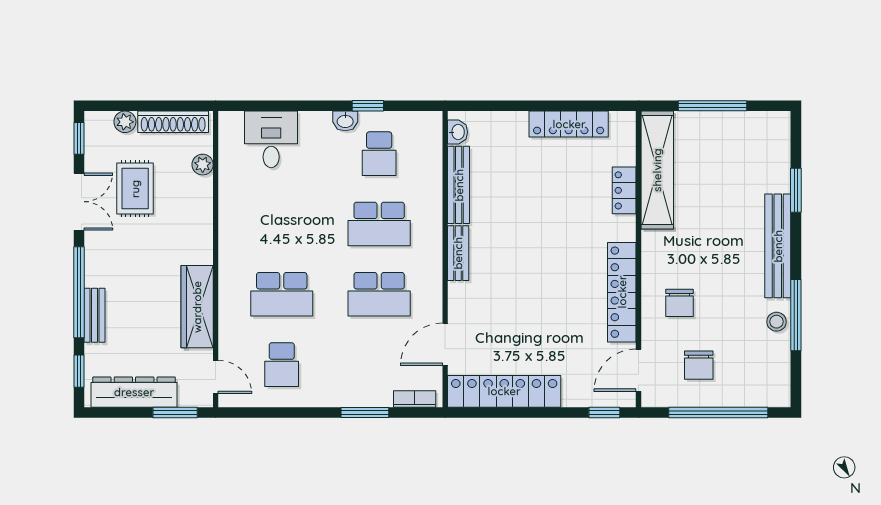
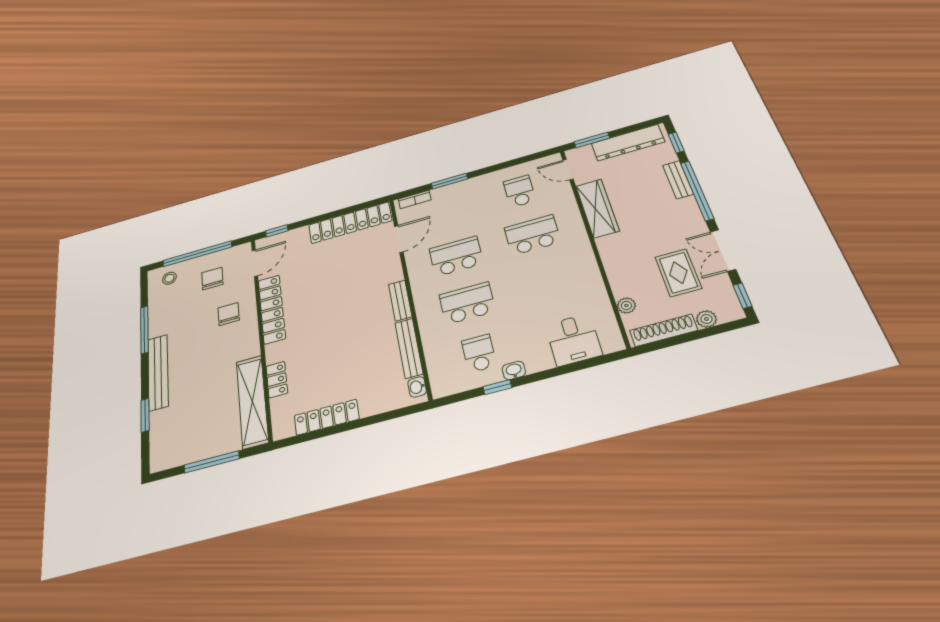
stool: (776, 322) -> (169, 278), moved

